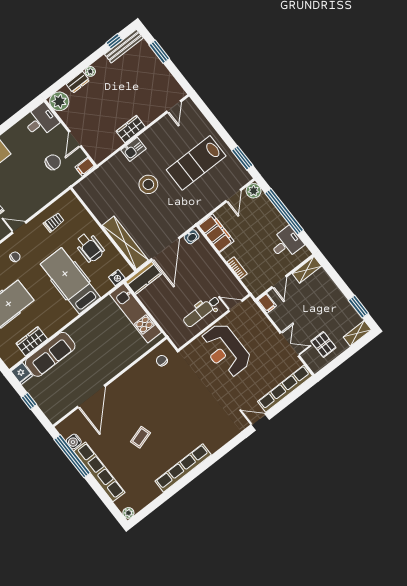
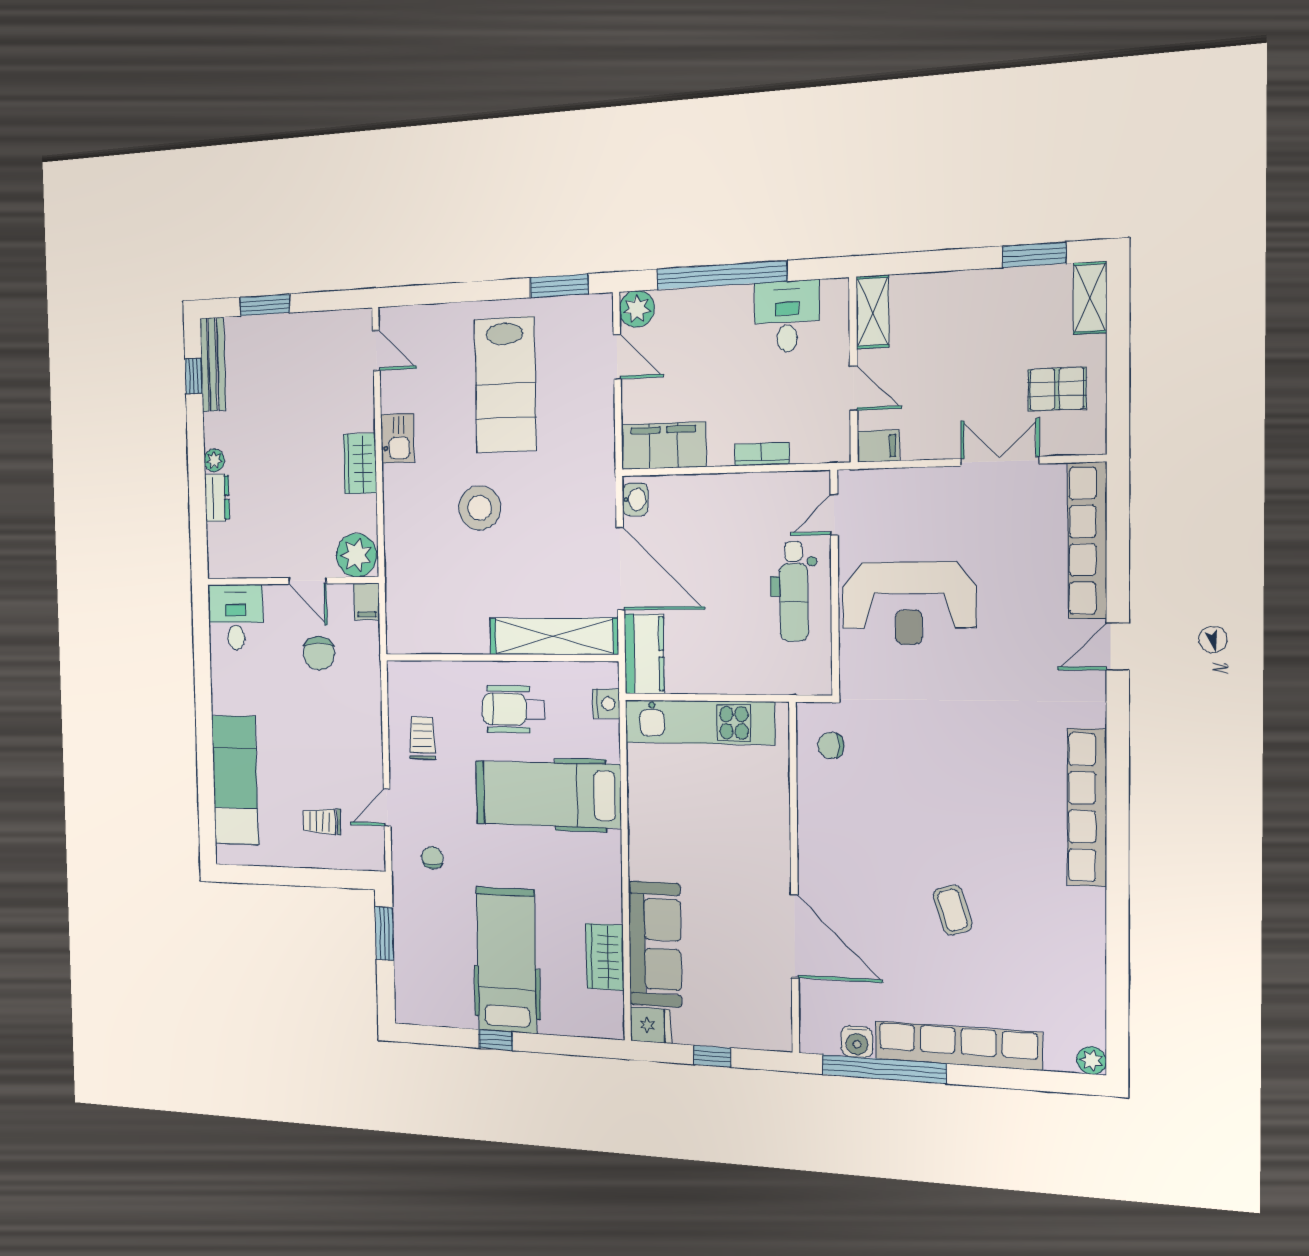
plant: (59, 101) -> (357, 555), moved
kitchen sink: (133, 149) -> (397, 438), moved
chair: (53, 162) -> (319, 653), turned 180
wheelchair: (90, 247) -> (514, 709), turned 180
row of seats: (183, 468) -> (1087, 807), moved

